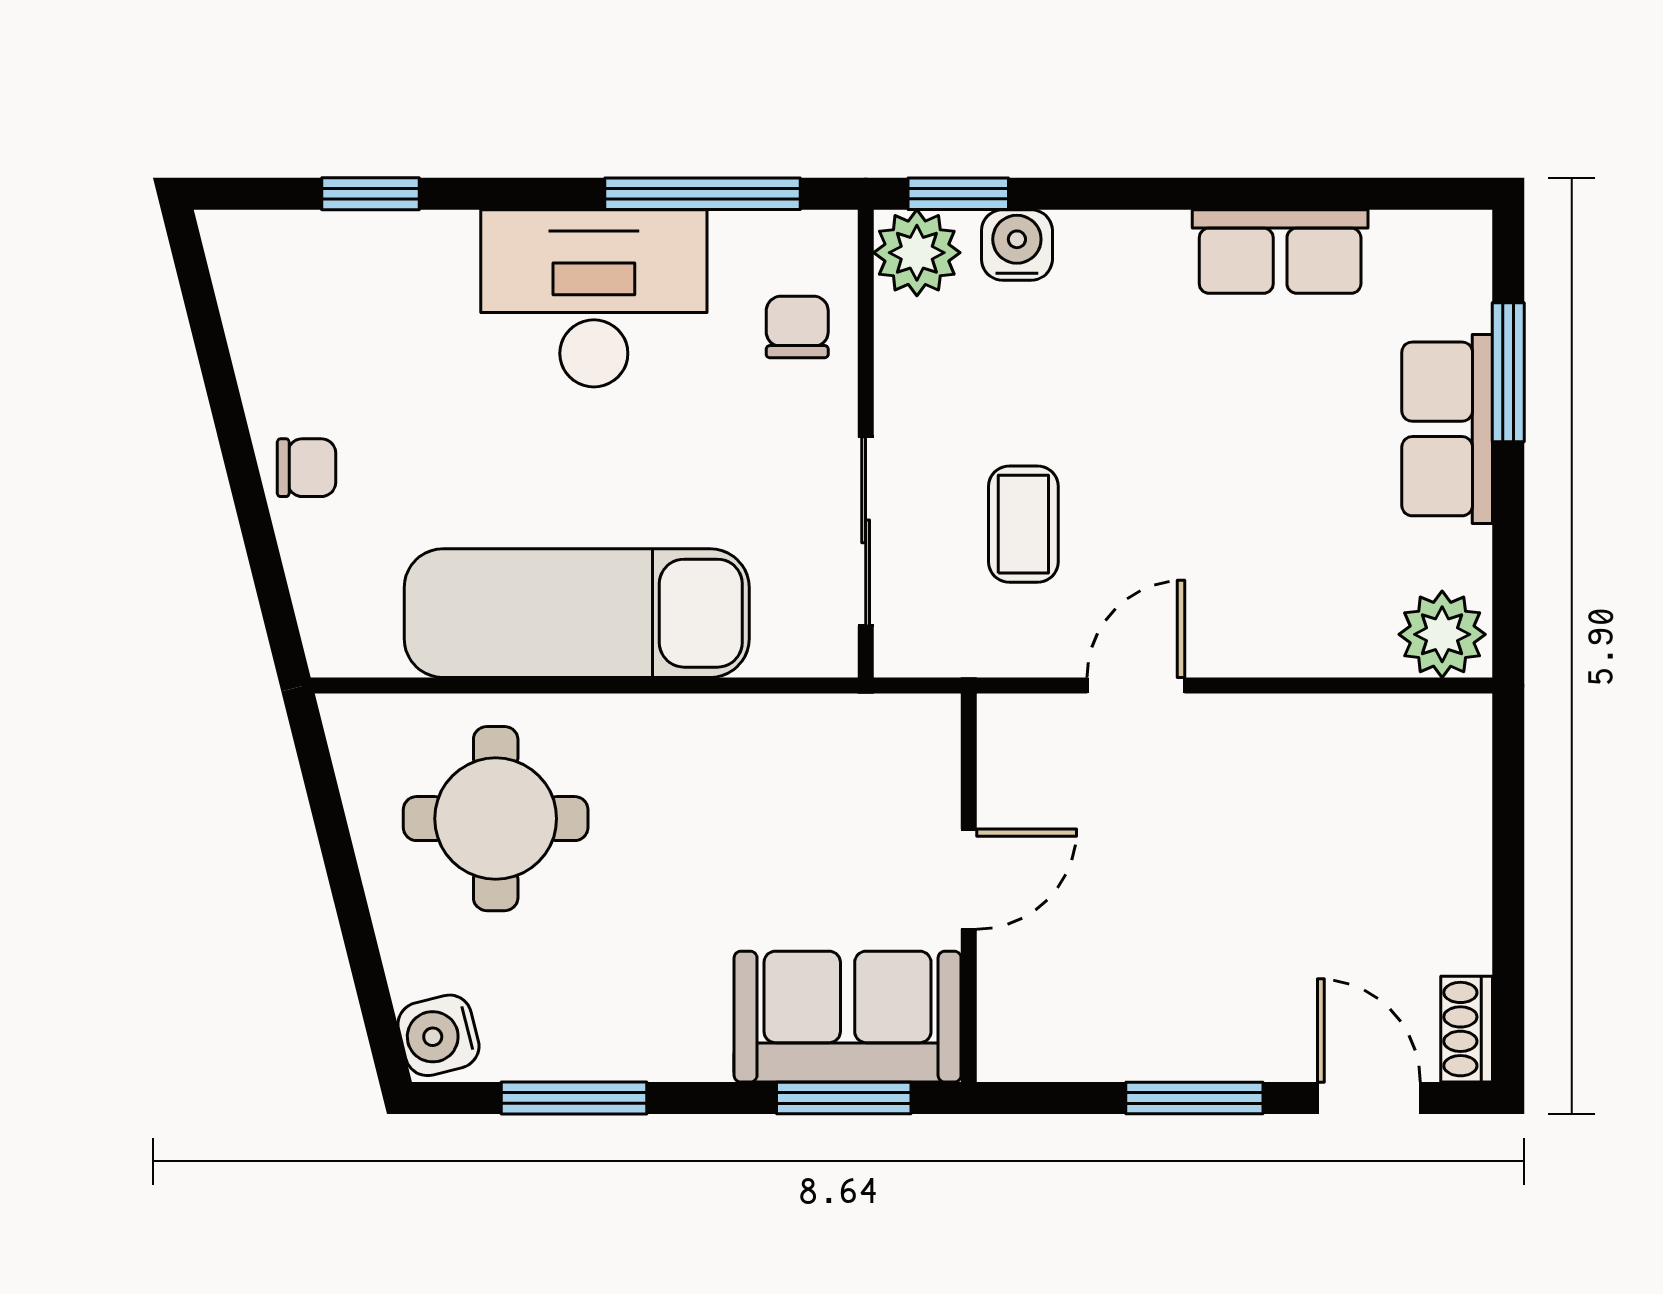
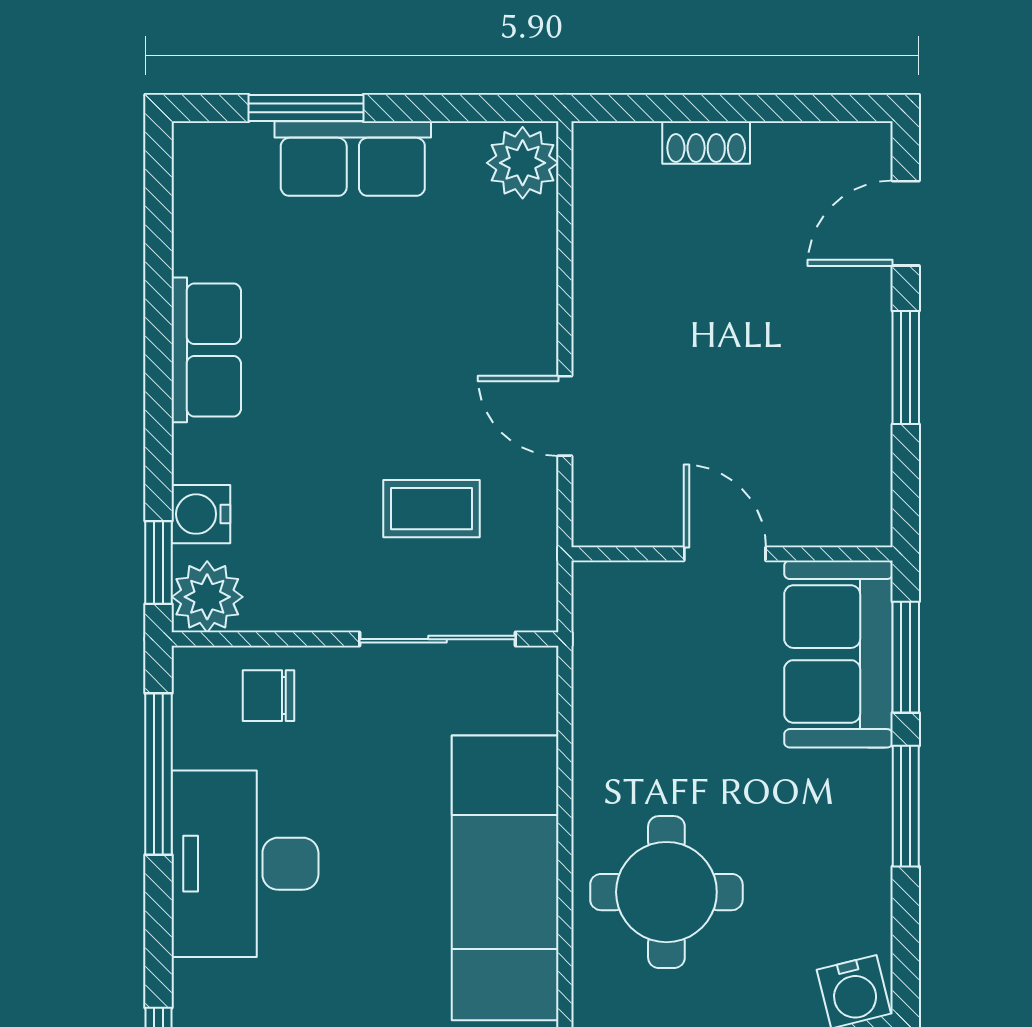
row of seats: (1280, 251) -> (206, 350), moved
round table: (496, 819) -> (666, 892), moved
shoe rack: (1467, 1029) -> (706, 142), moved
window: (574, 1098) -> (906, 806), moved

